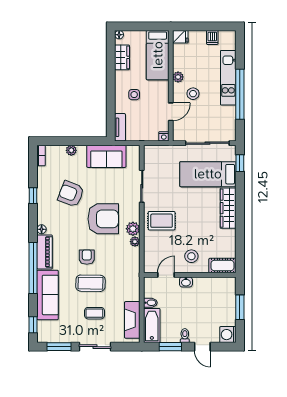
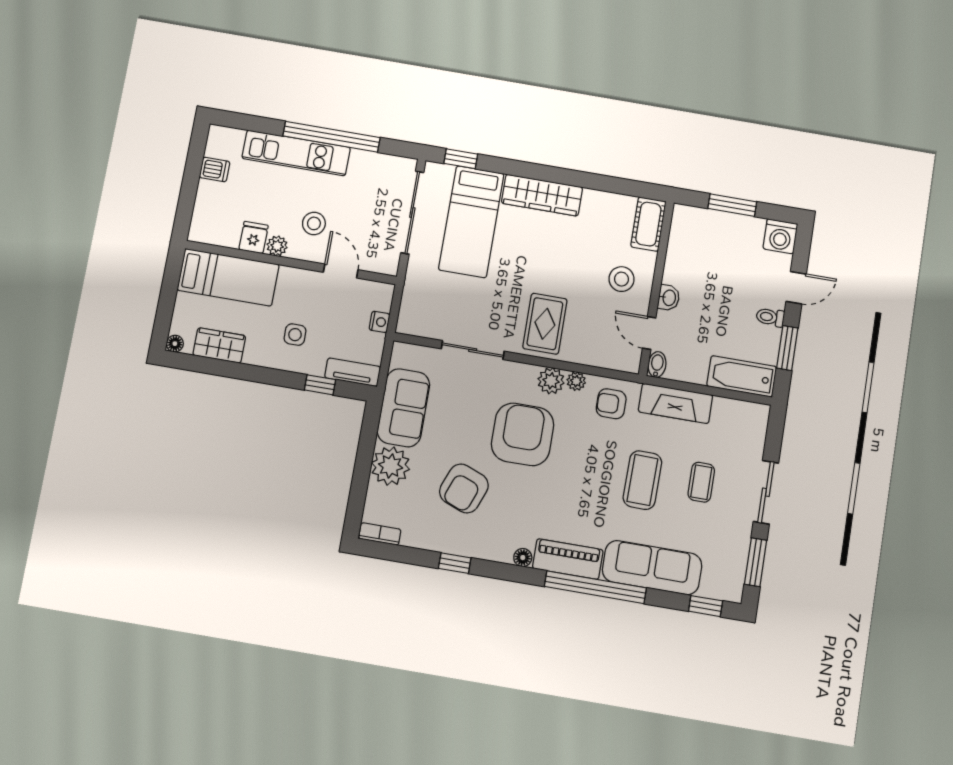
fridge: (180, 37) -> (254, 238), moved
window: (111, 112) -> (320, 385), added
nightstand: (164, 136) -> (380, 322), moved
plant: (71, 150) -> (391, 466), width x1.88, depth x1.88
armchair: (87, 257) -> (611, 404), moved
bidet: (150, 303) -> (657, 365), moved
fireplace: (132, 320) -> (676, 403), moved

